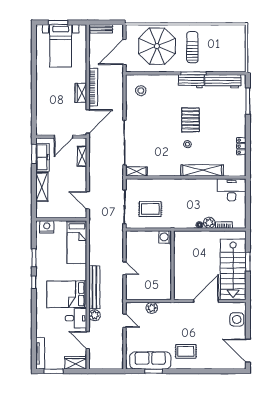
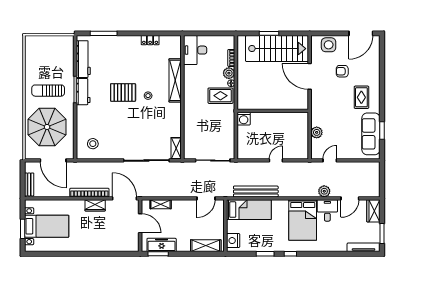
shelving: (42, 187) -> (206, 246), moved
rug: (150, 209) -> (220, 96), moved, turned 90
bench: (94, 287) -> (256, 191), moved
armchair: (211, 333) -> (342, 71), added

